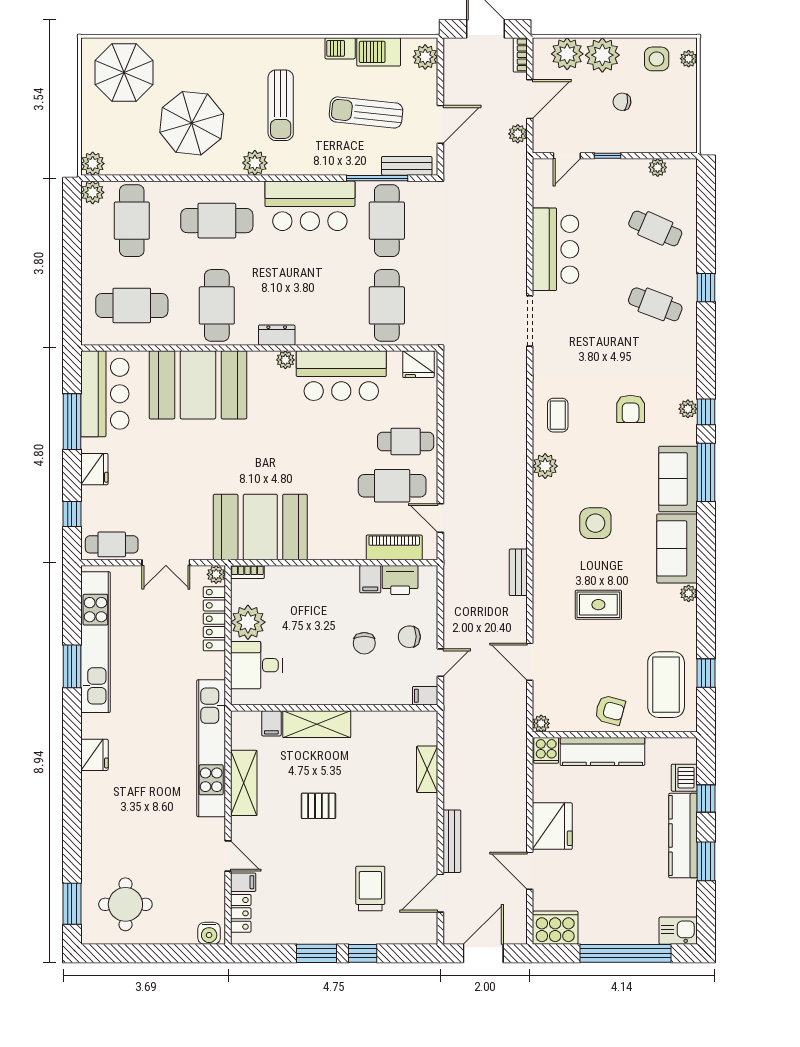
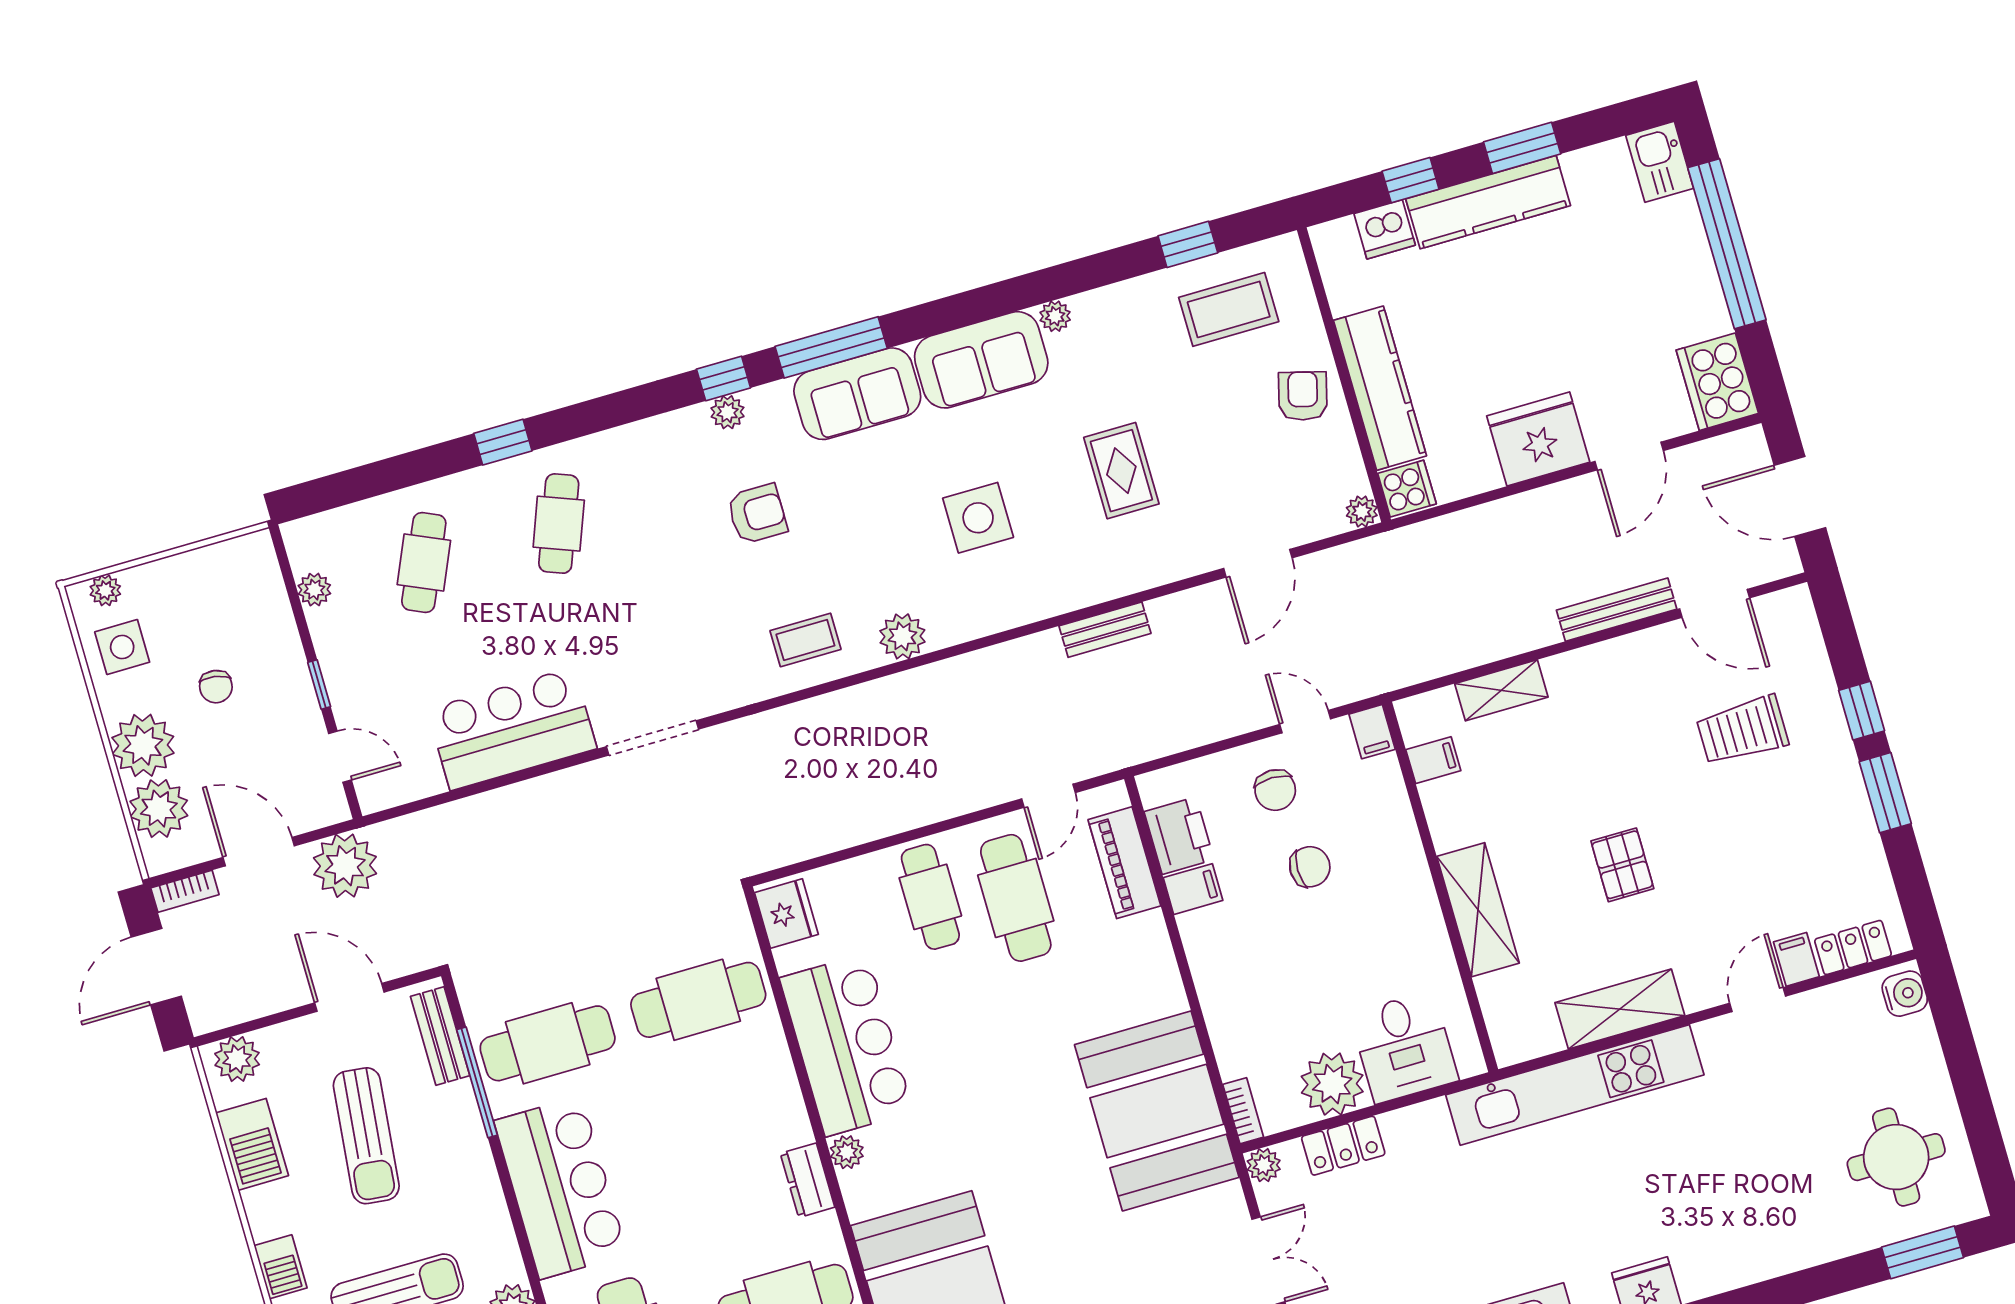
barbecue: (340, 48) -> (281, 1267), moved
plant: (518, 134) -> (345, 866), width x1.88, depth x1.88
locker: (214, 619) -> (1343, 1146), width x0.66
coffee table: (666, 685) -> (1229, 309), width x0.73, depth x0.76
filing cabinet: (271, 723) -> (1433, 760), moved

